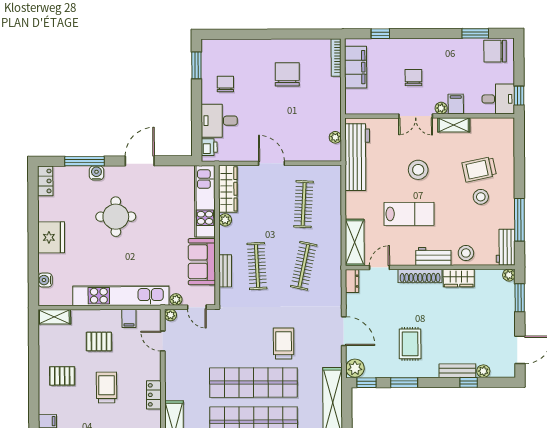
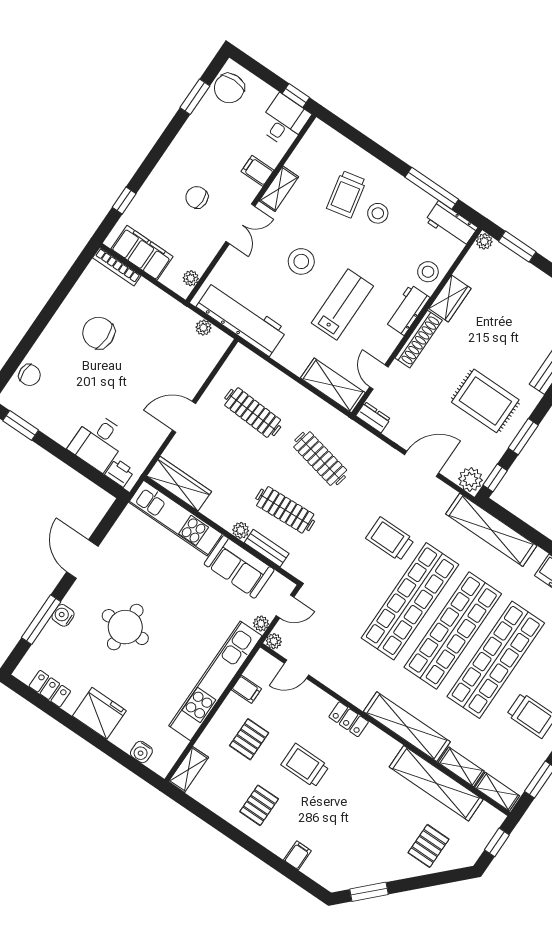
chair: (225, 84) -> (30, 375), moved, turned 180
plant: (441, 108) -> (191, 278), moved
locker: (45, 181) -> (50, 689), moved
plant: (225, 220) -> (241, 530), moved
rug: (410, 344) -> (485, 401), width x1.36, depth x1.43

